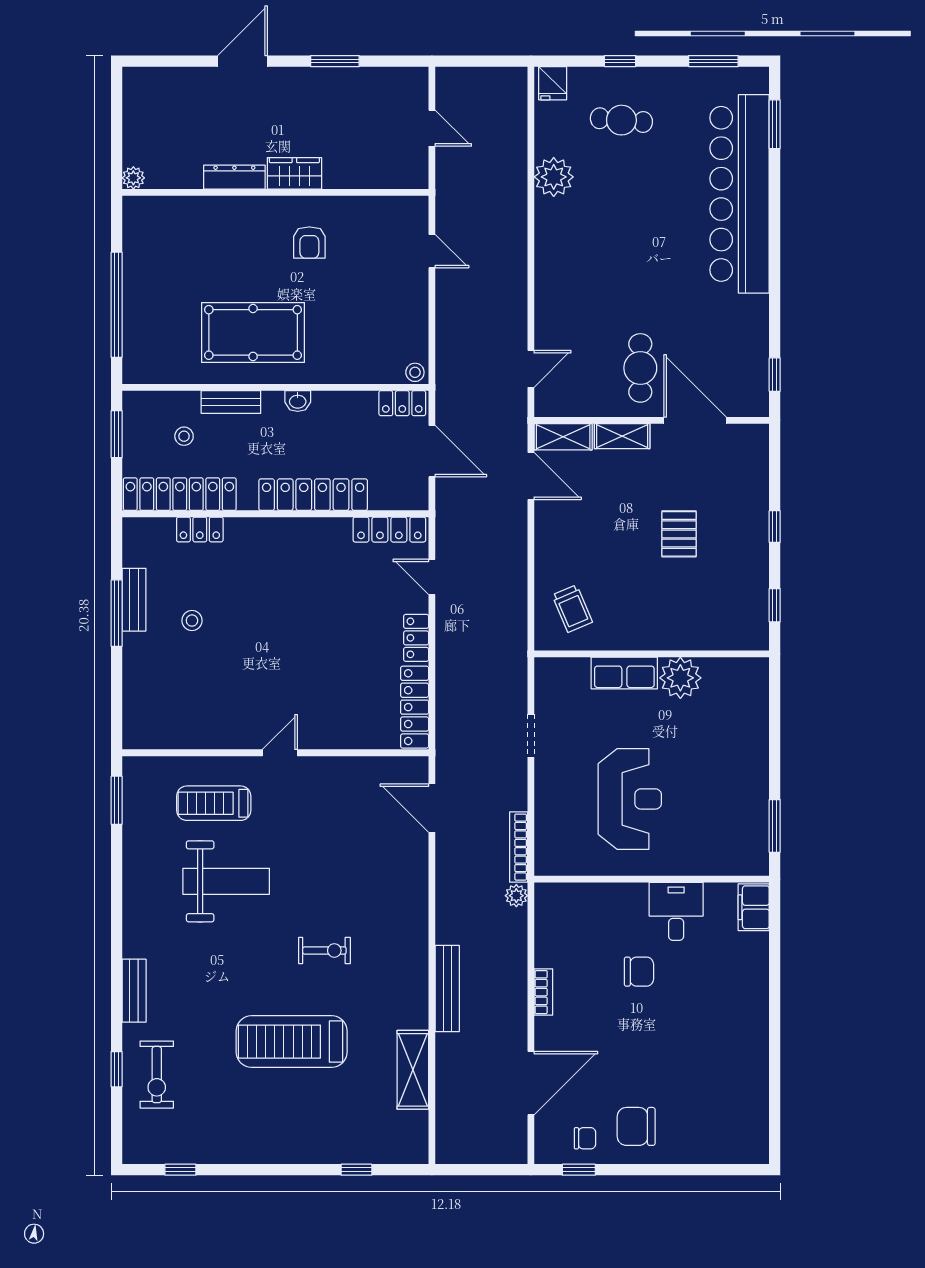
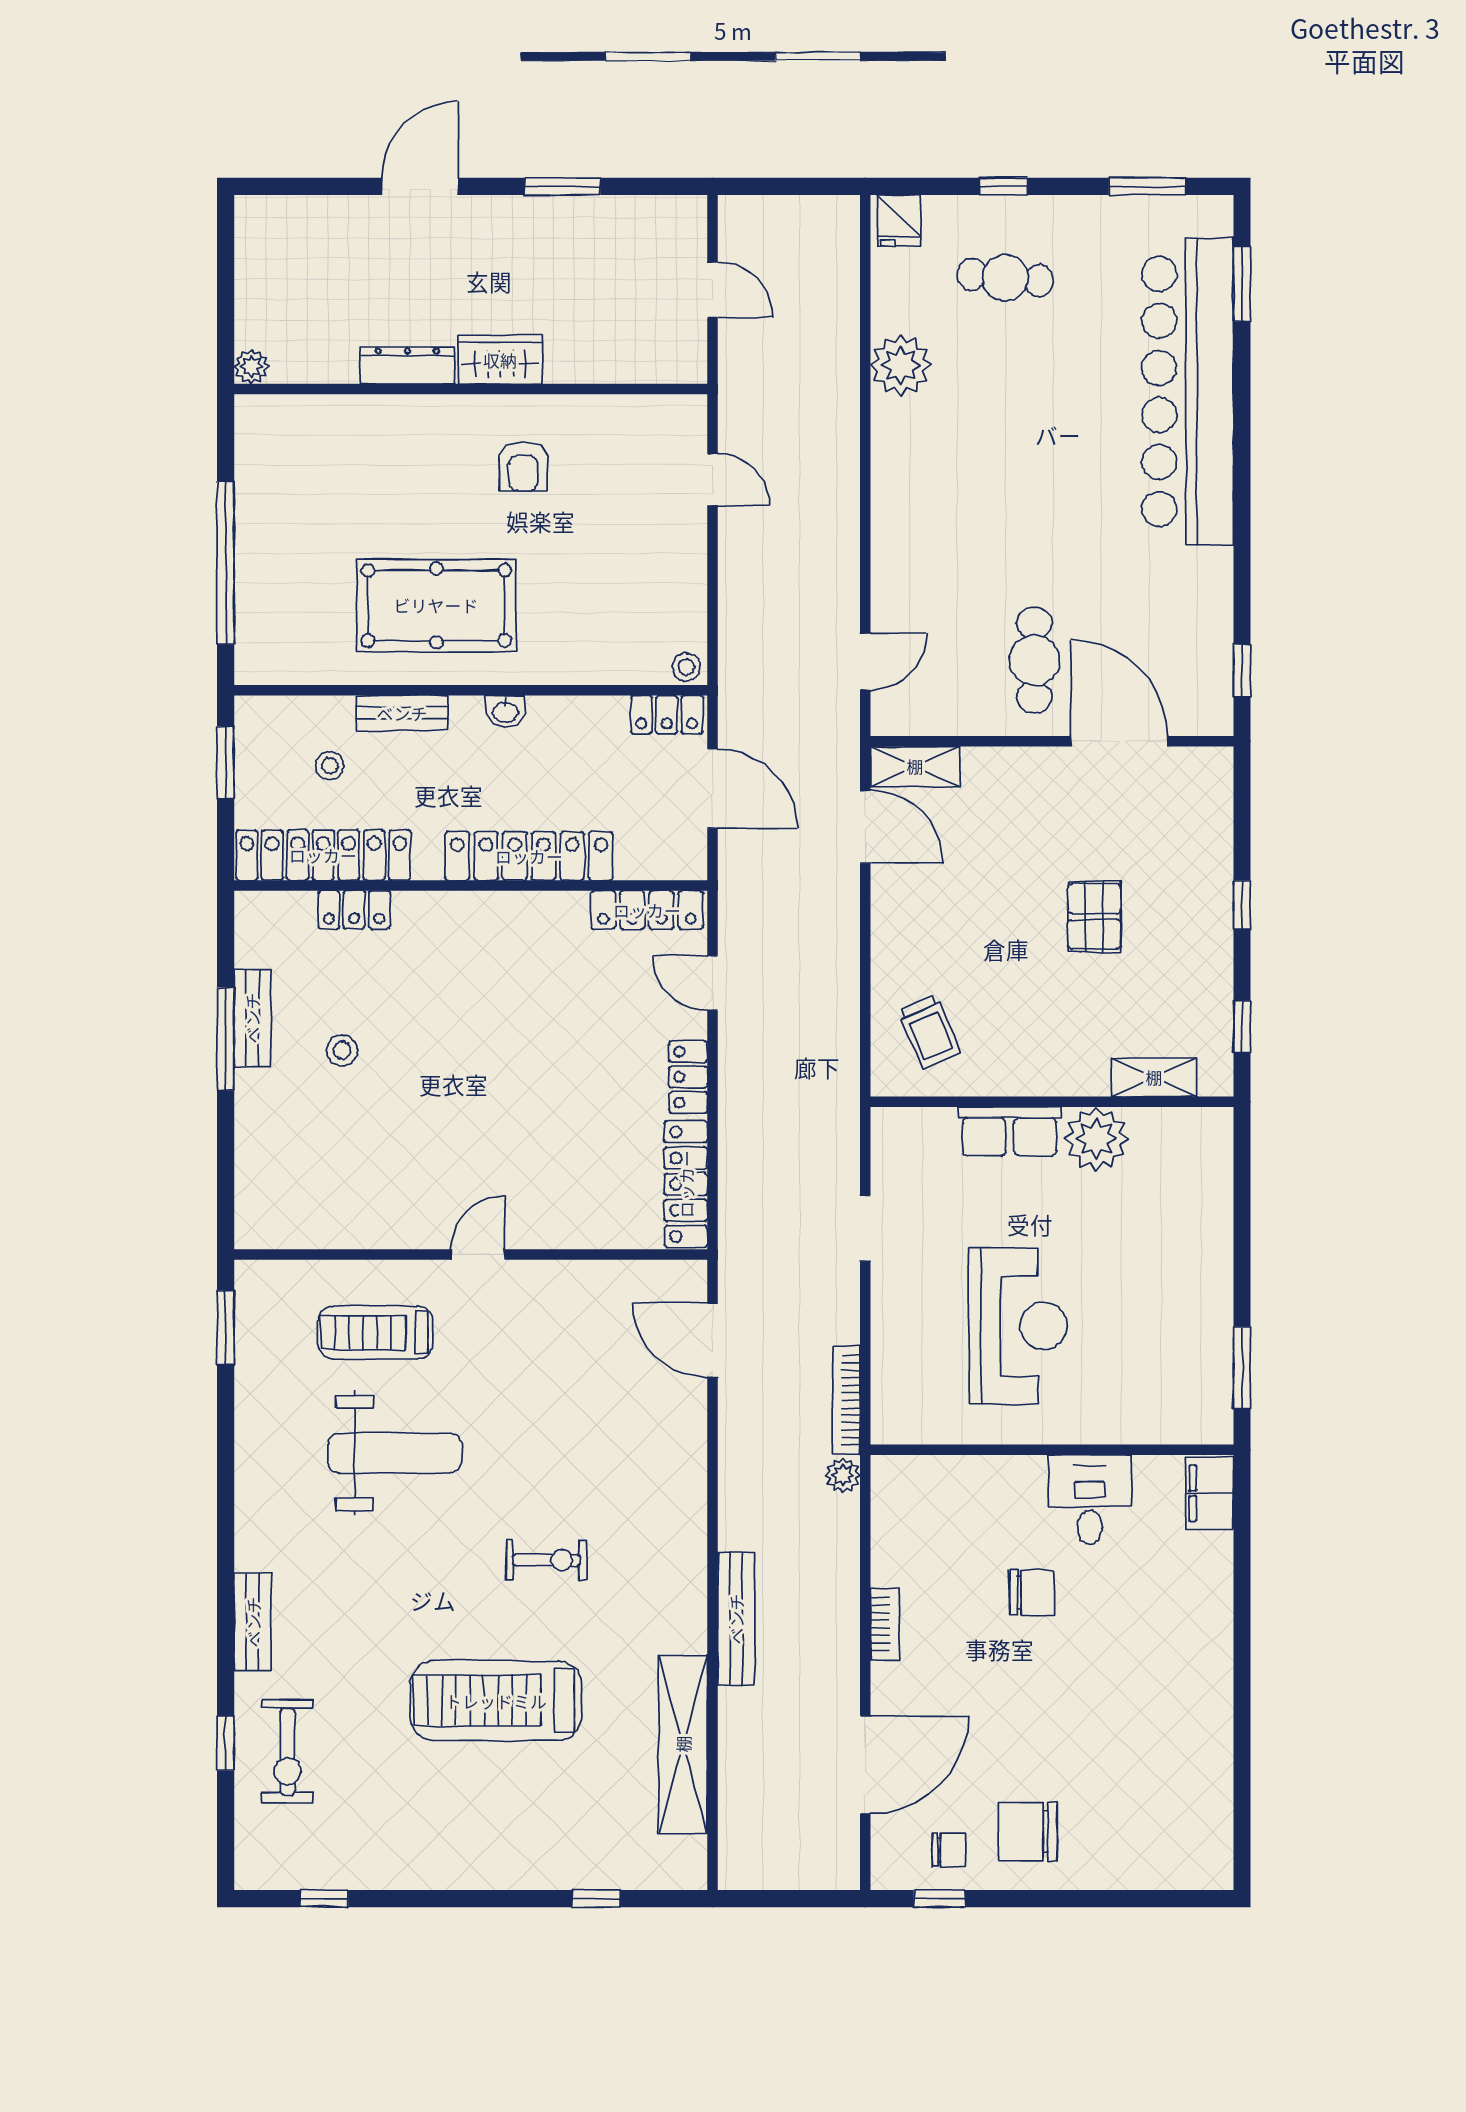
shelving: (622, 436) -> (1154, 1077), moved
shelving: (413, 1070) -> (683, 1744), width x1.47

